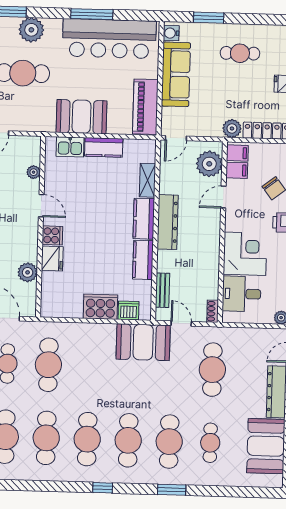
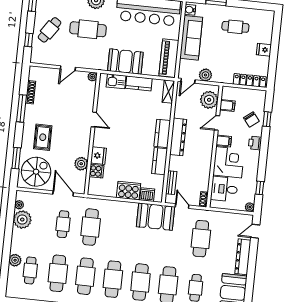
plant: (232, 128) -> (205, 75), moved
filing cabinet: (237, 153) -> (224, 141), moved
plant: (34, 172) -> (92, 77), moved
shelving: (148, 180) -> (168, 92), moved
cooker: (52, 235) -> (96, 171), moved

